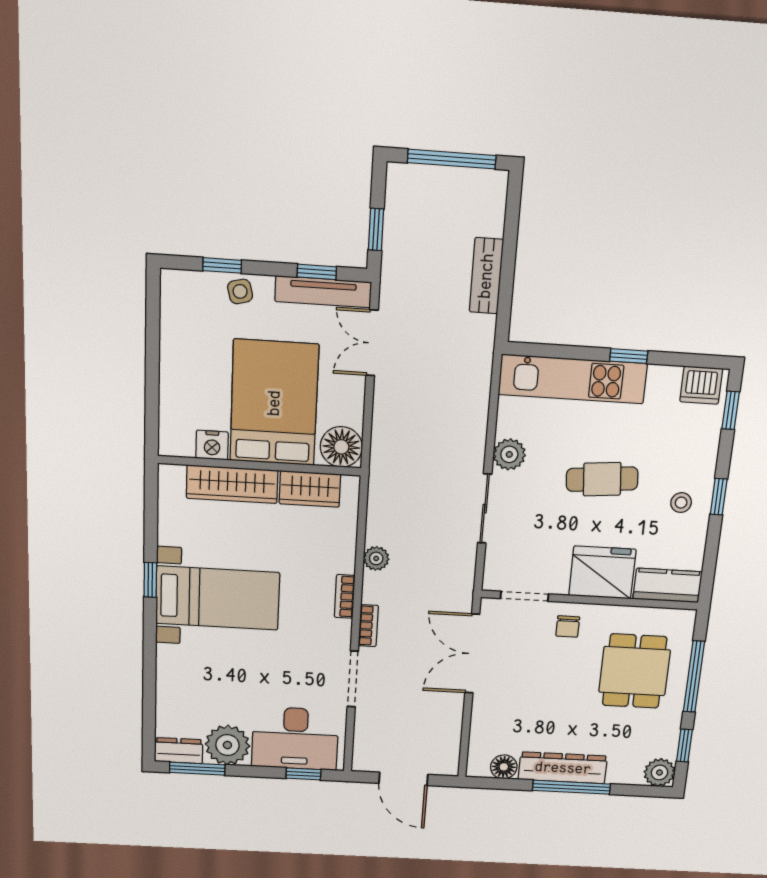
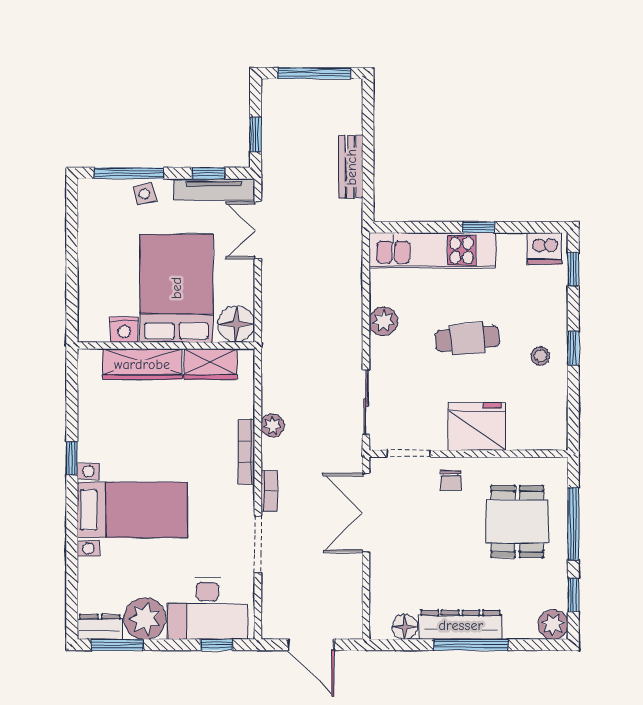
window: (222, 265) -> (129, 173), width x2.17
sliding door: (485, 509) -> (366, 402), moved
kitchen counter: (668, 585) -> (538, 435), removed
bookcase: (345, 596) -> (246, 452), width x1.56
bed with nightstands: (218, 598) -> (132, 510), moved

